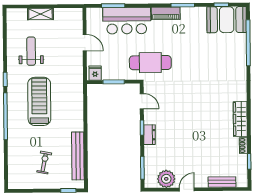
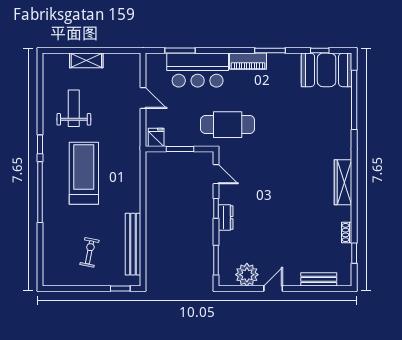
wardrobe: (240, 119) -> (343, 182), moved

